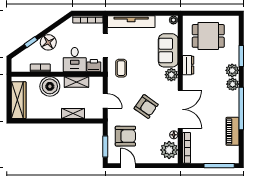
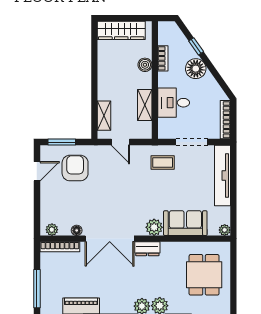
dresser: (188, 65) -> (147, 249), moved
printer: (94, 66) -> (166, 127), removed
boiler: (50, 86) -> (145, 65), width x0.54, depth x0.54
door: (105, 101) -> (120, 142), hinge flipped
armchair: (146, 107) -> (113, 195), removed
shelving: (73, 114) -> (104, 116), moved
armchair: (125, 136) -> (75, 168), turned 180
plant: (169, 150) -> (52, 230), width x0.53, depth x0.53

